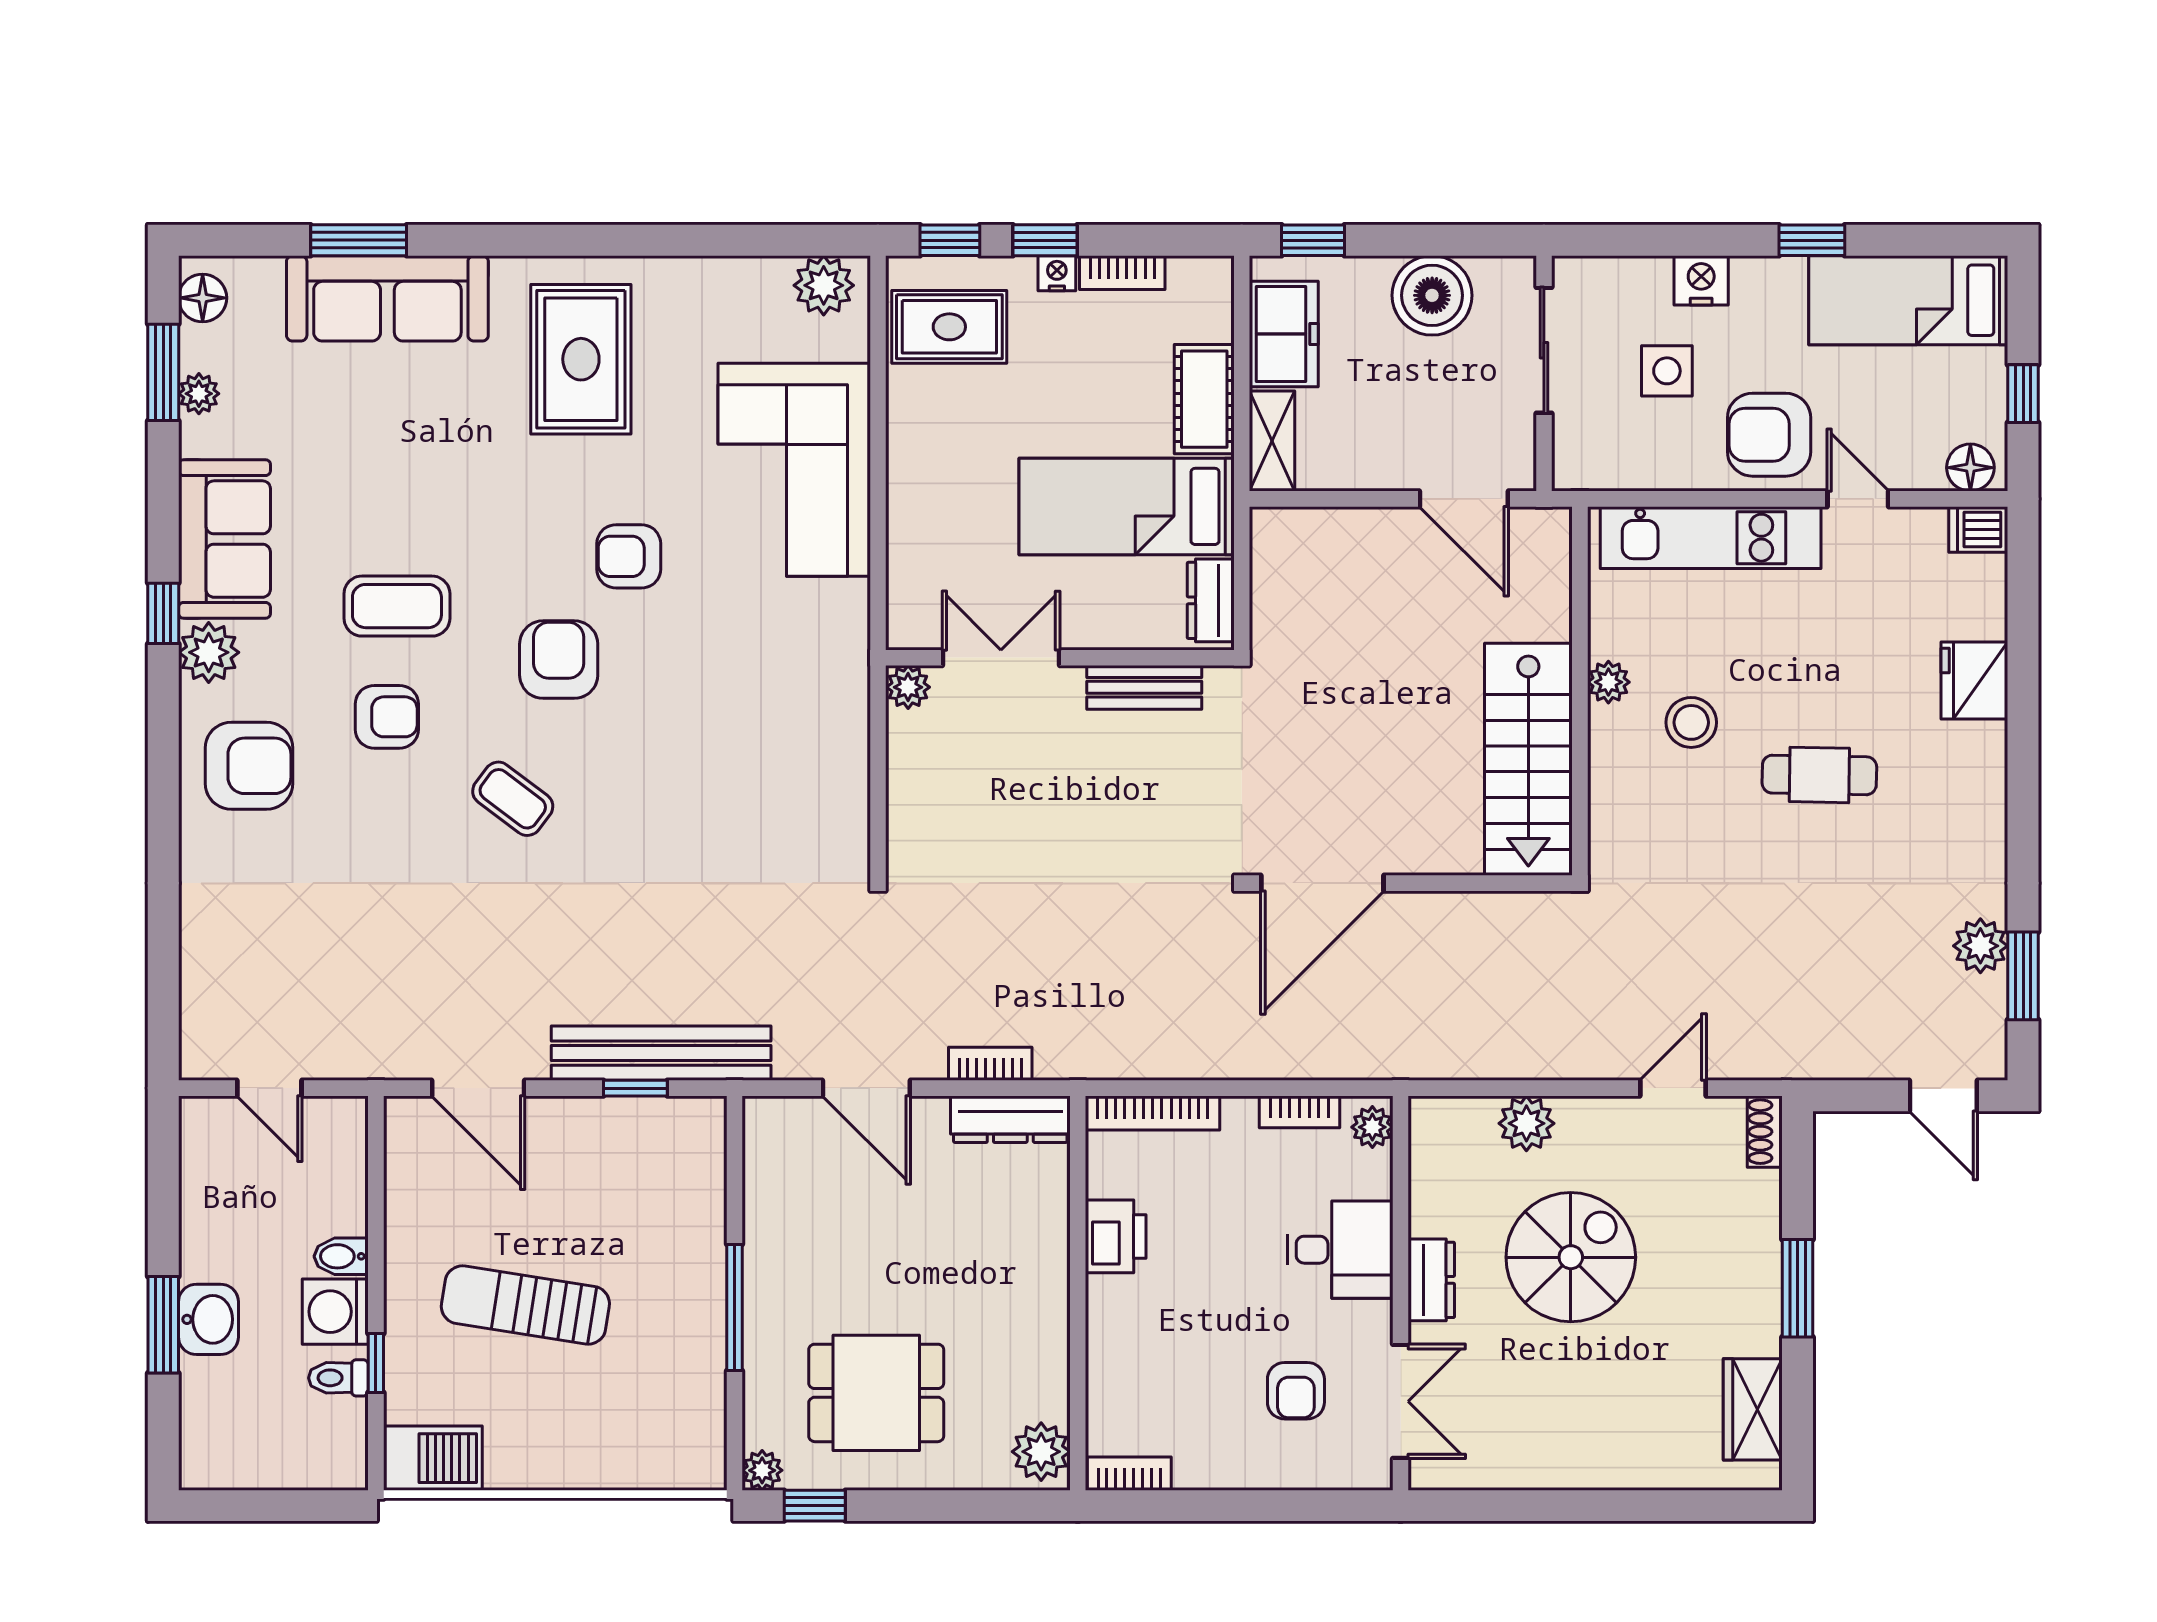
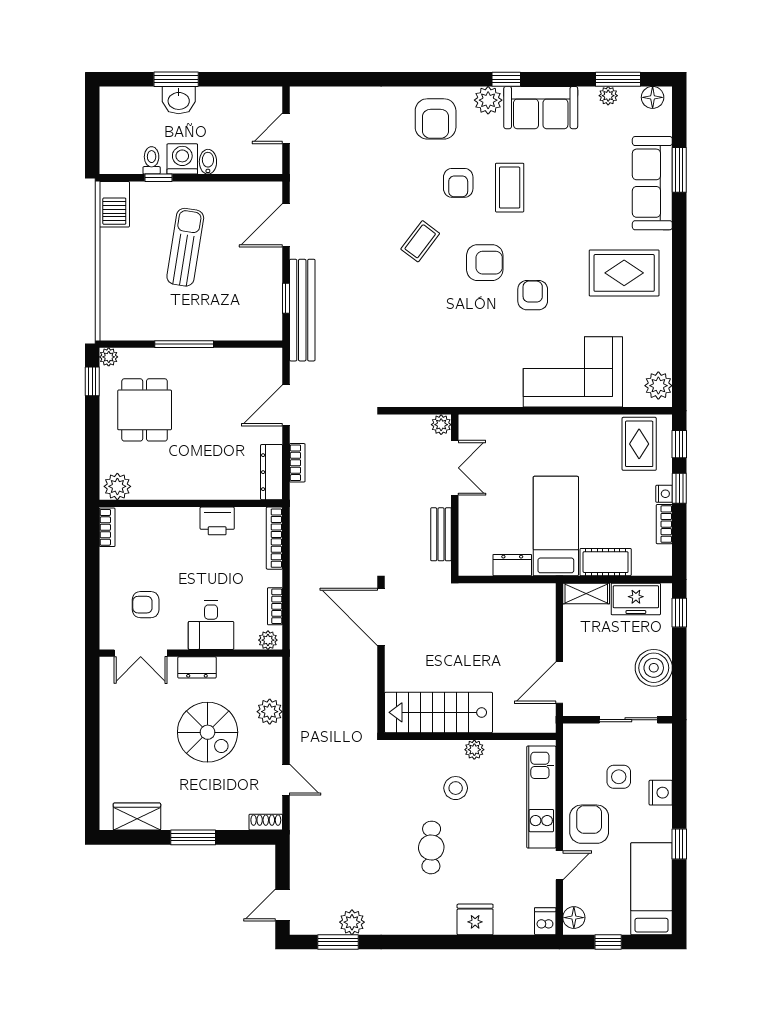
double door: (1001, 658) -> (455, 468), moved
wall: (1060, 658) -> (455, 495), moved
plant: (908, 687) -> (441, 425), moved
bench: (1144, 687) -> (441, 534), moved

